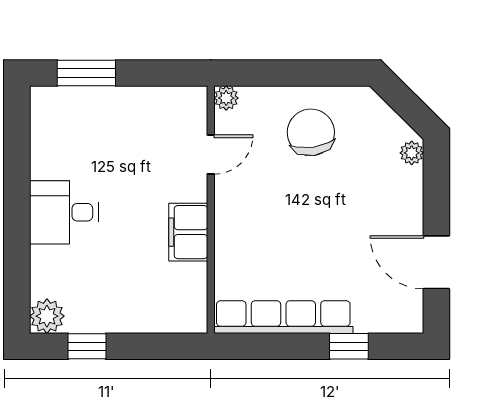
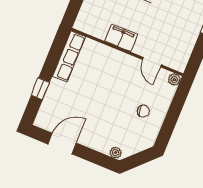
chair: (311, 132) -> (143, 111), width x0.54, depth x0.54
row of seats: (283, 317) -> (69, 56), width x0.73

